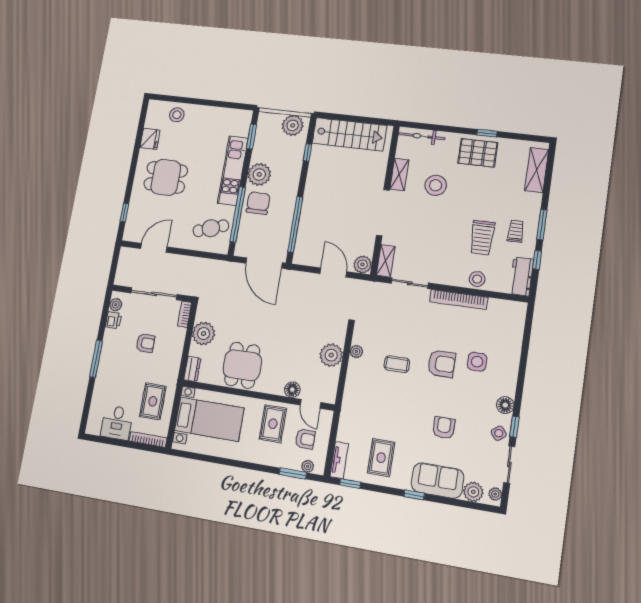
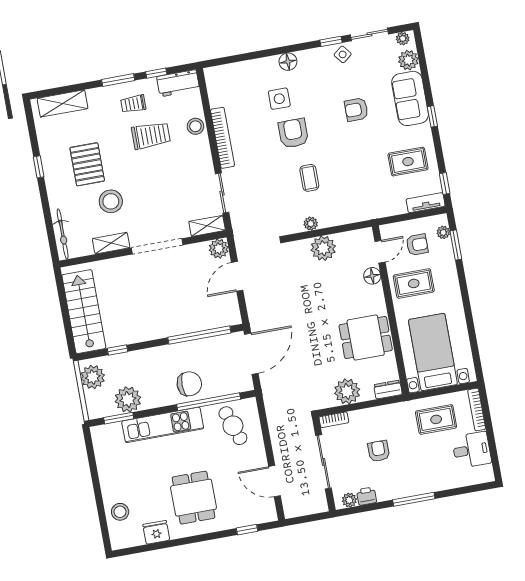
pallet: (478, 153) -> (87, 164), moved
plant: (259, 174) -> (128, 399), moved
chair: (258, 203) -> (189, 384), turned 180
floor lamp: (505, 405) -> (288, 62), moved
armchair: (305, 439) -> (417, 245), turned 90

